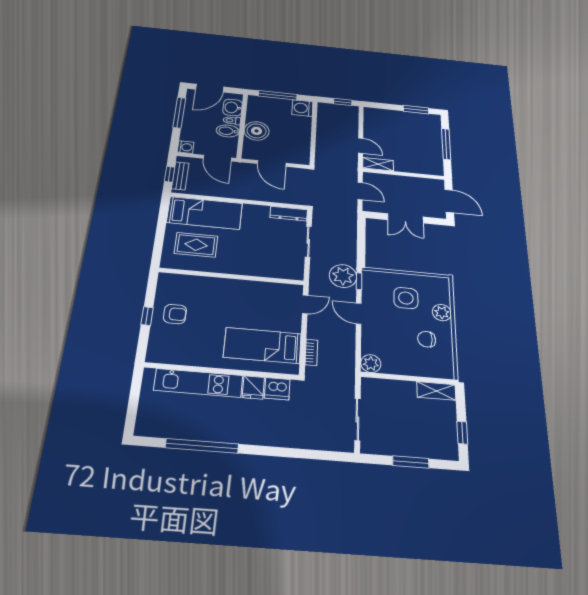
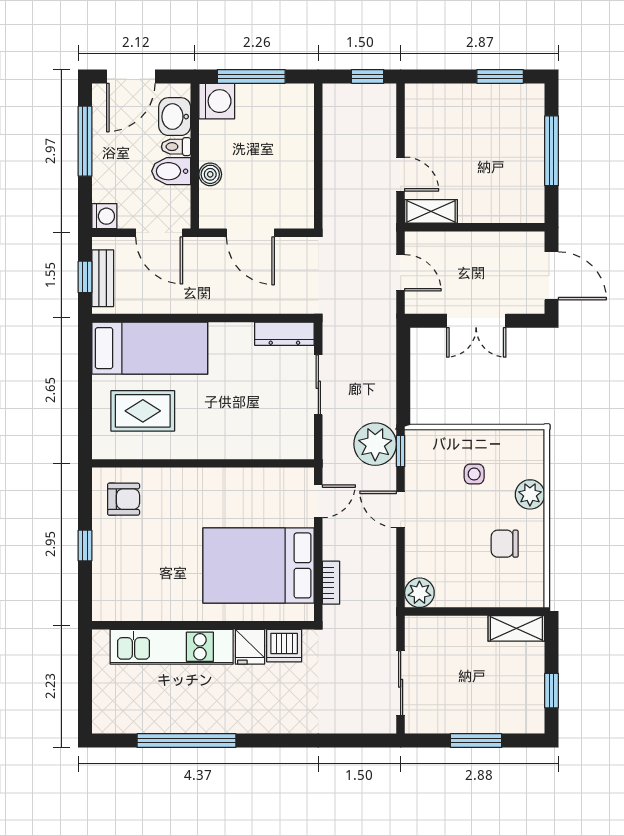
washing machine: (302, 108) -> (217, 101), moved, turned 180
boiler: (257, 131) -> (210, 174), width x0.54, depth x0.54
side table: (406, 298) -> (474, 474), width x0.54, depth x0.54
armchair: (175, 314) -> (124, 499), moved
bed: (263, 345) -> (259, 565), width x1.50

